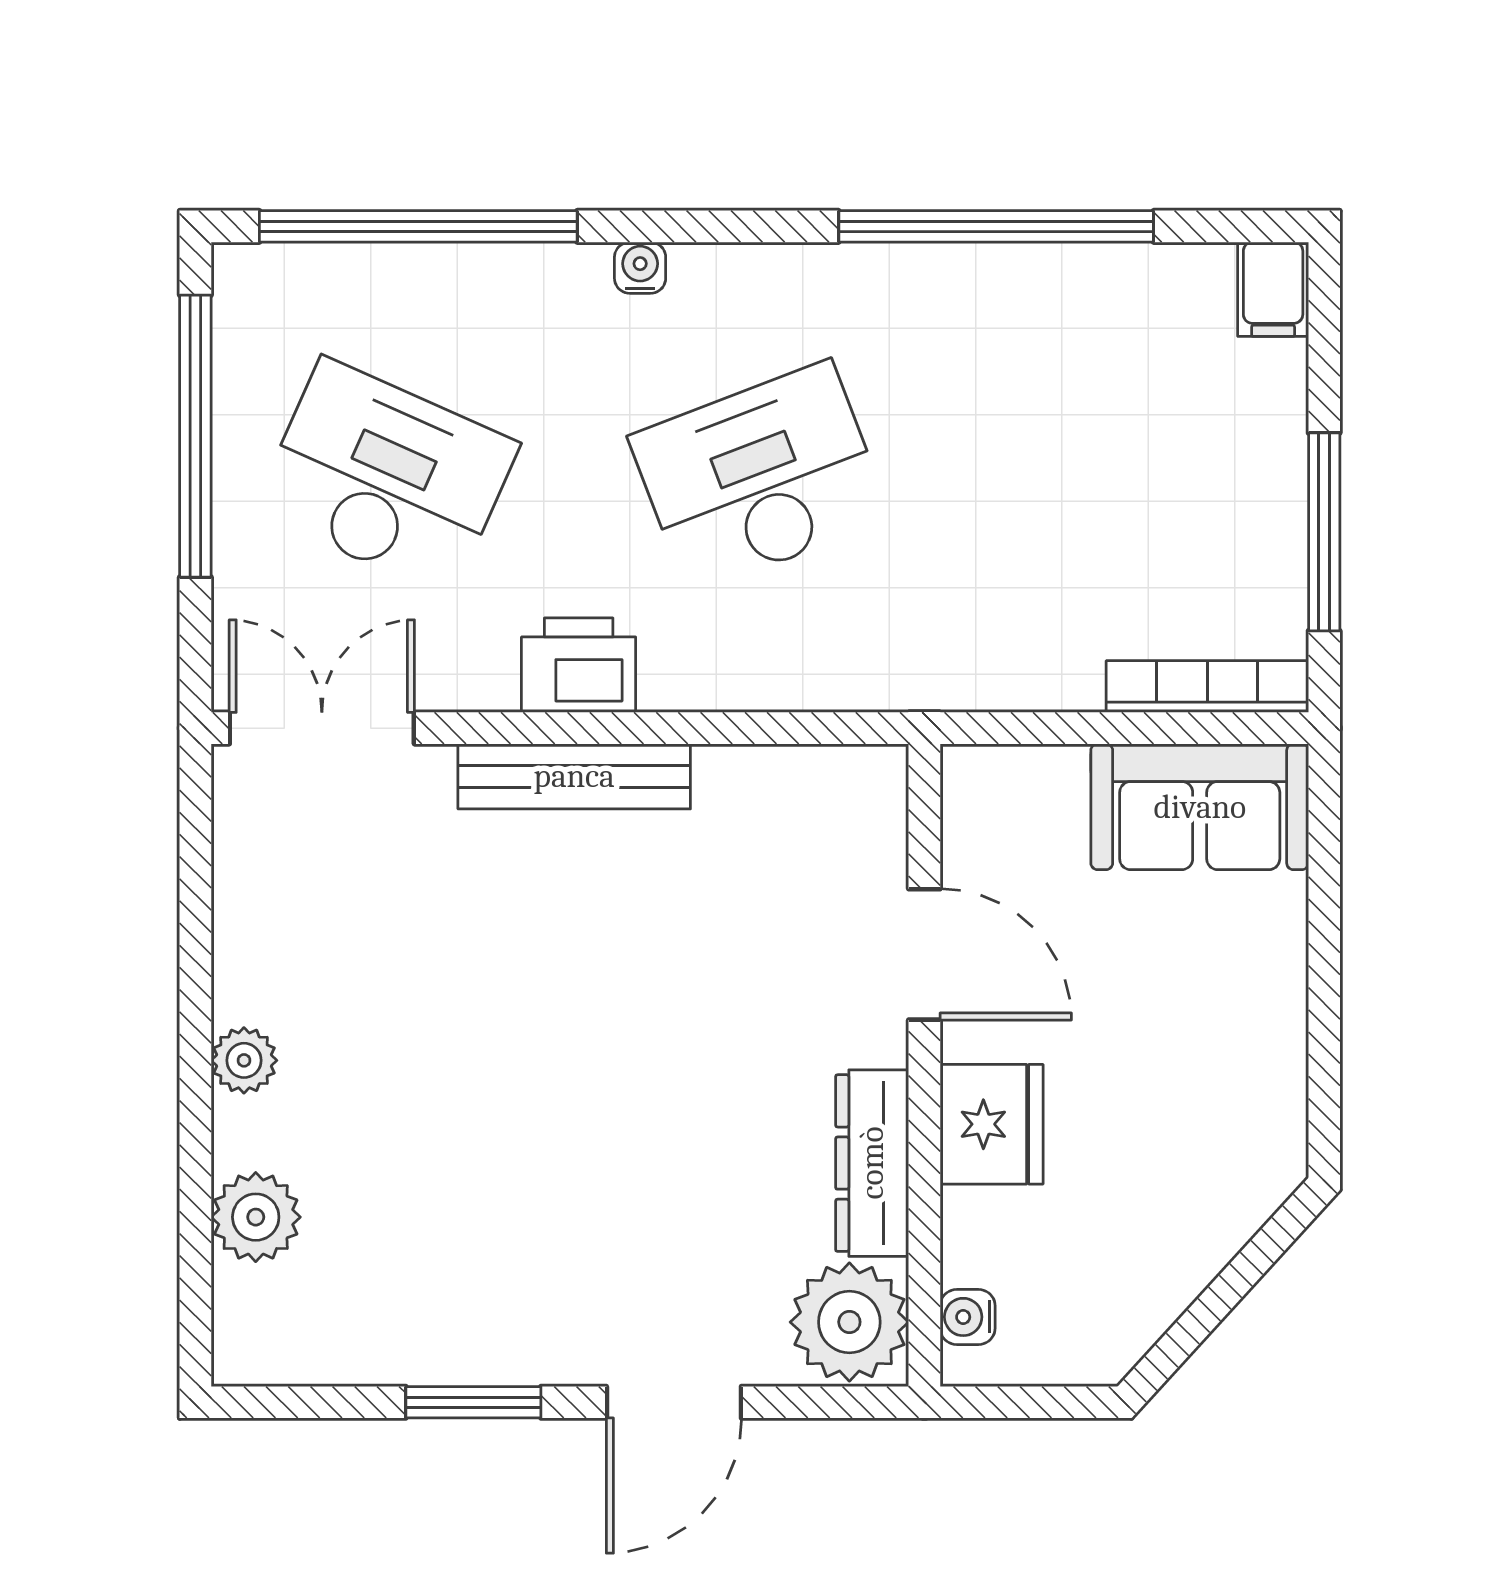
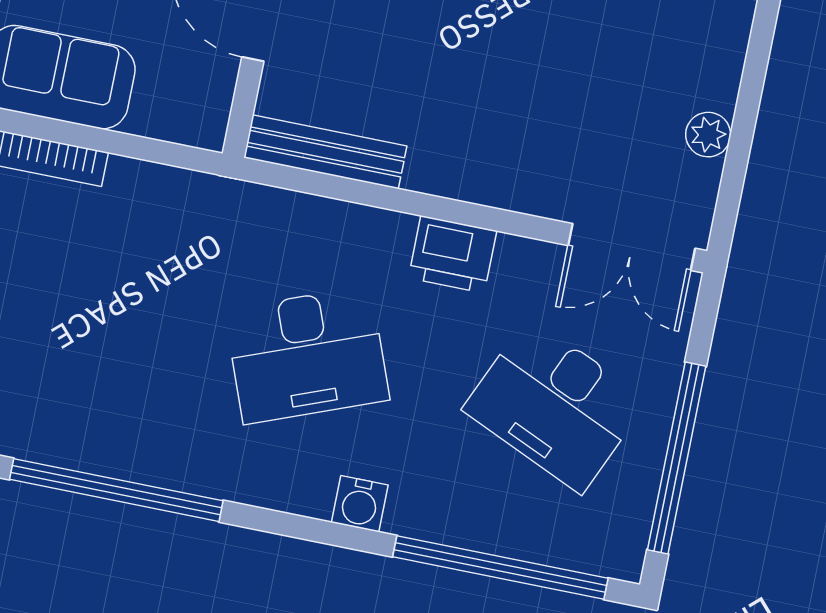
water cooler: (640, 268) -> (360, 504), width x1.38, depth x1.38
bench: (574, 776) -> (325, 152), moved
plant: (244, 1060) -> (708, 135), moved

